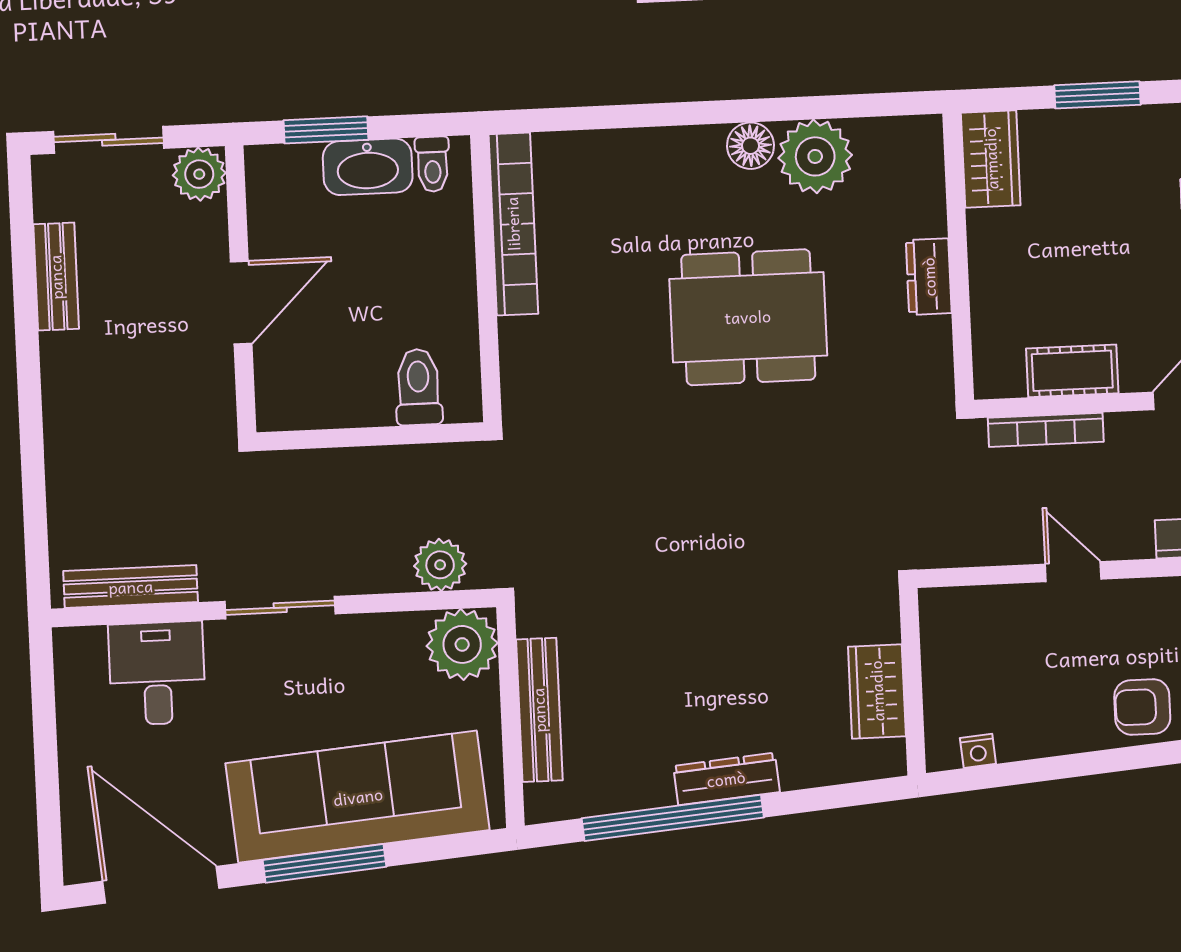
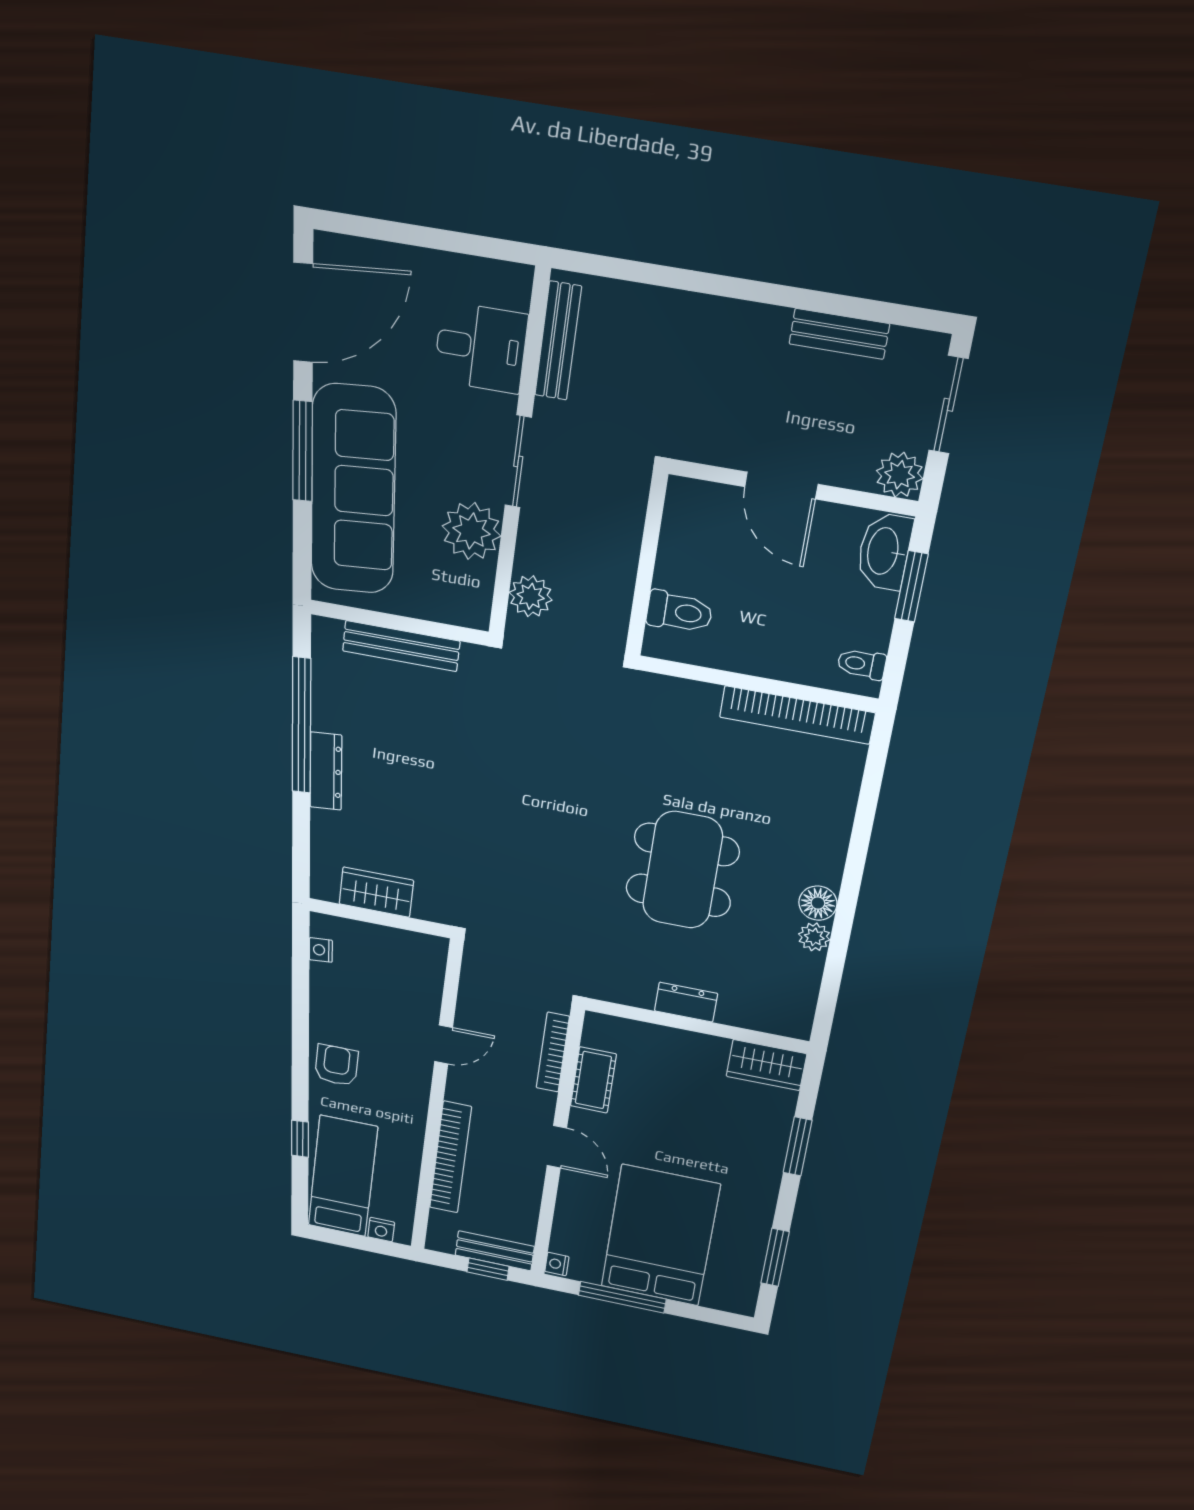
plant: (815, 156) -> (814, 937), width x0.53, depth x0.53
washbasin: (368, 167) -> (884, 551), moved
plant: (462, 644) -> (471, 531), moved

